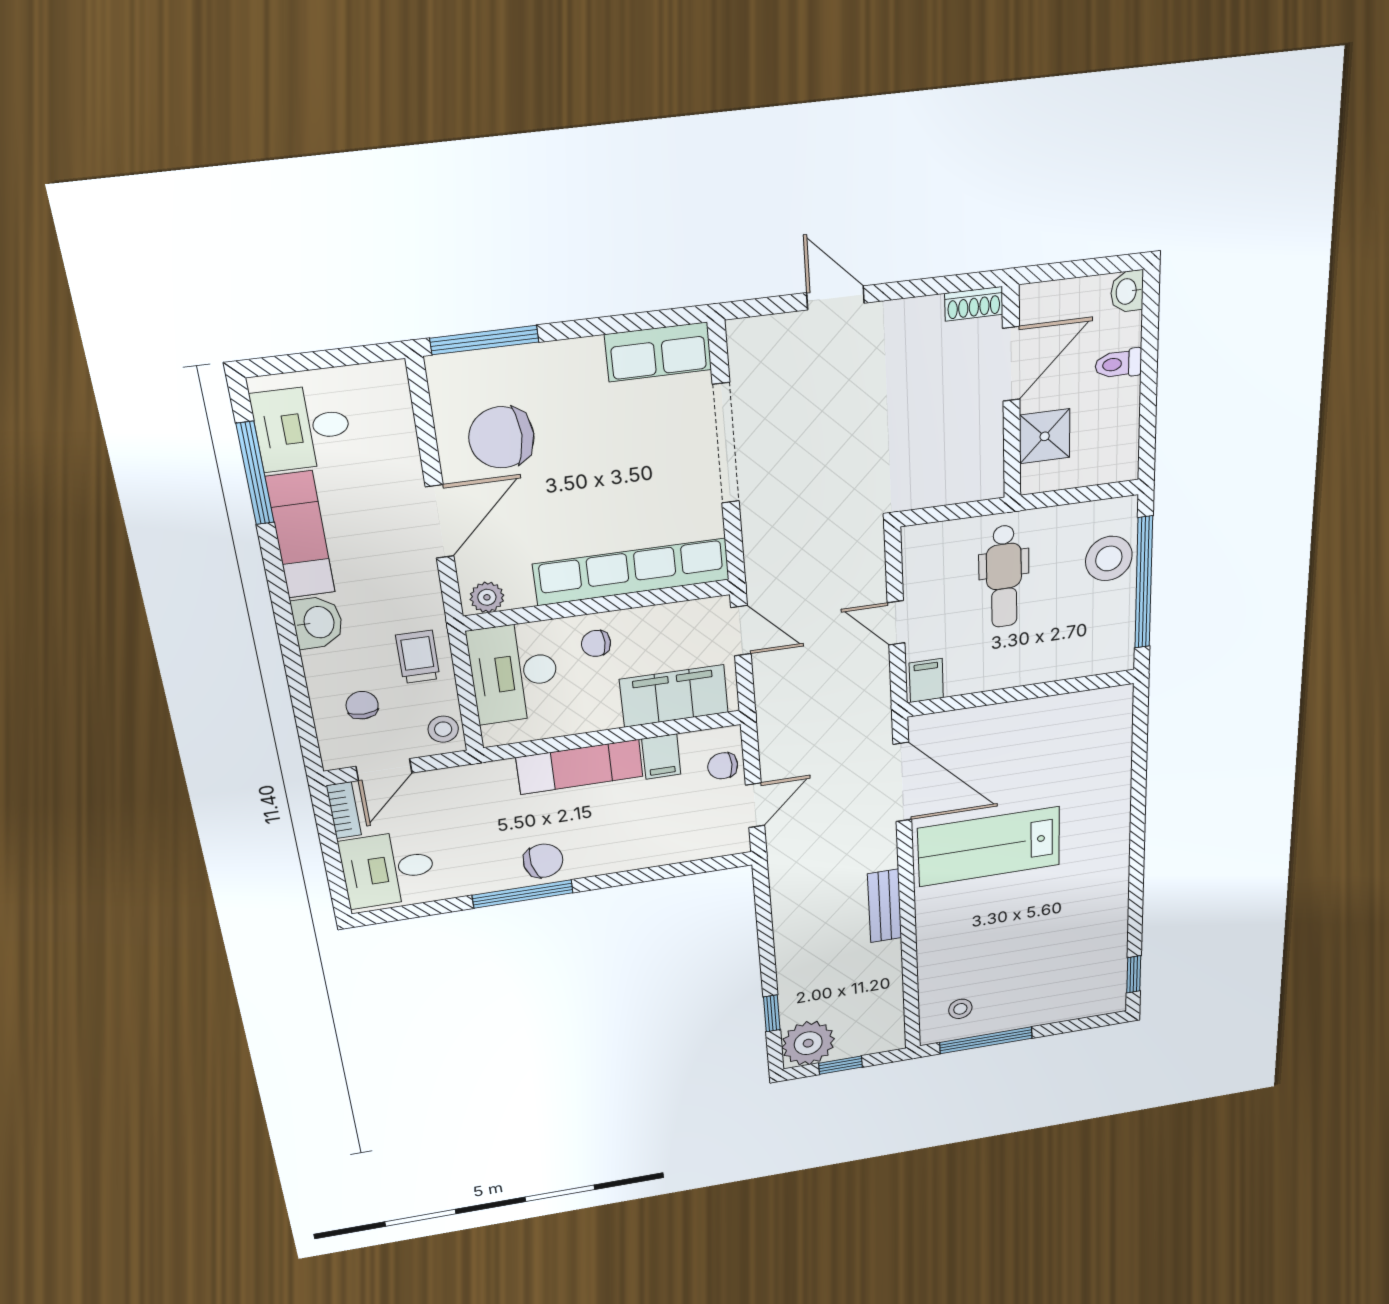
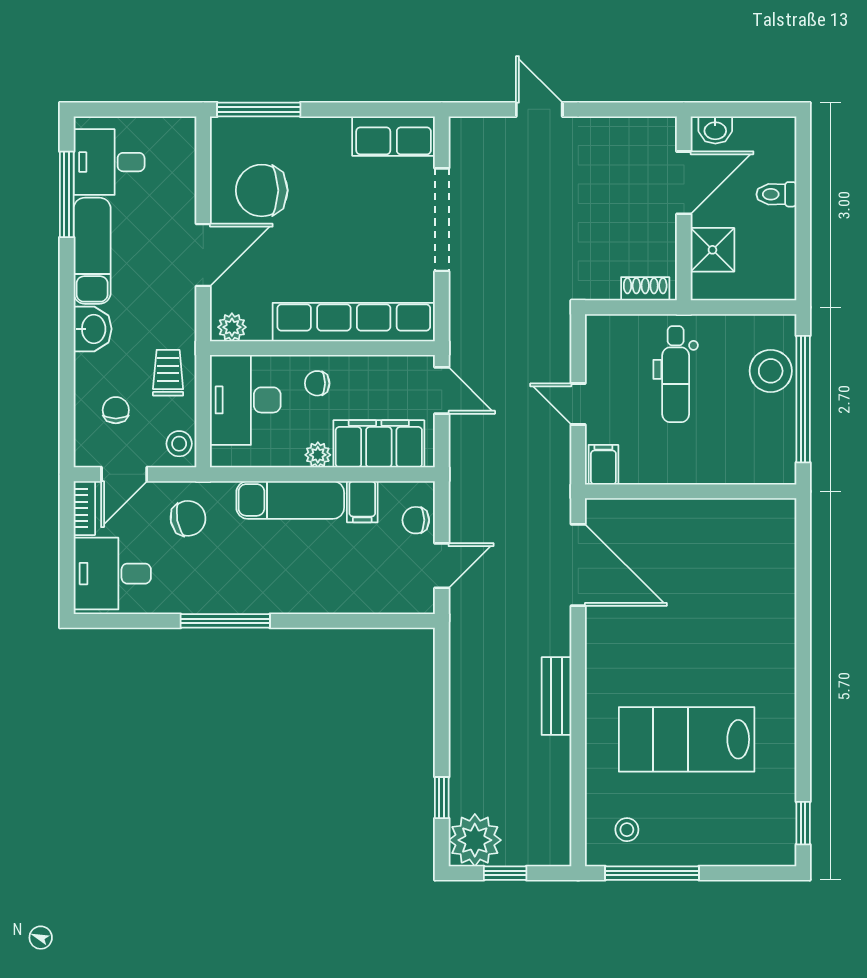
washbasin: (1127, 291) -> (715, 130), moved, turned -90
shoe rack: (974, 304) -> (645, 289), moved, turned 180
plant: (606, 717) -> (318, 455), added
lab bench: (989, 847) -> (687, 739), moved
chair: (543, 861) -> (188, 518), moved

